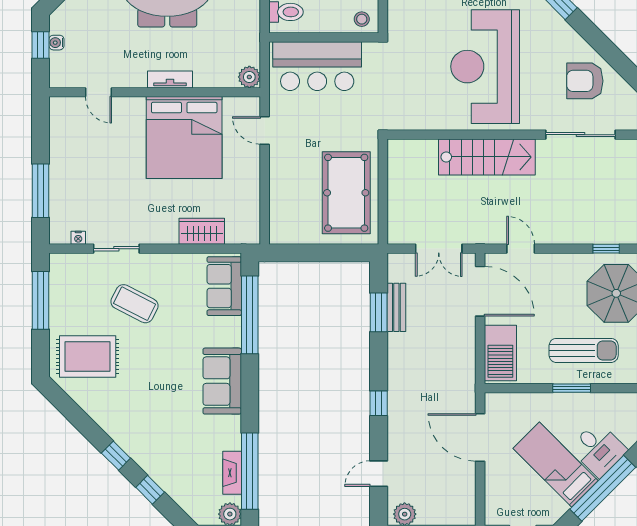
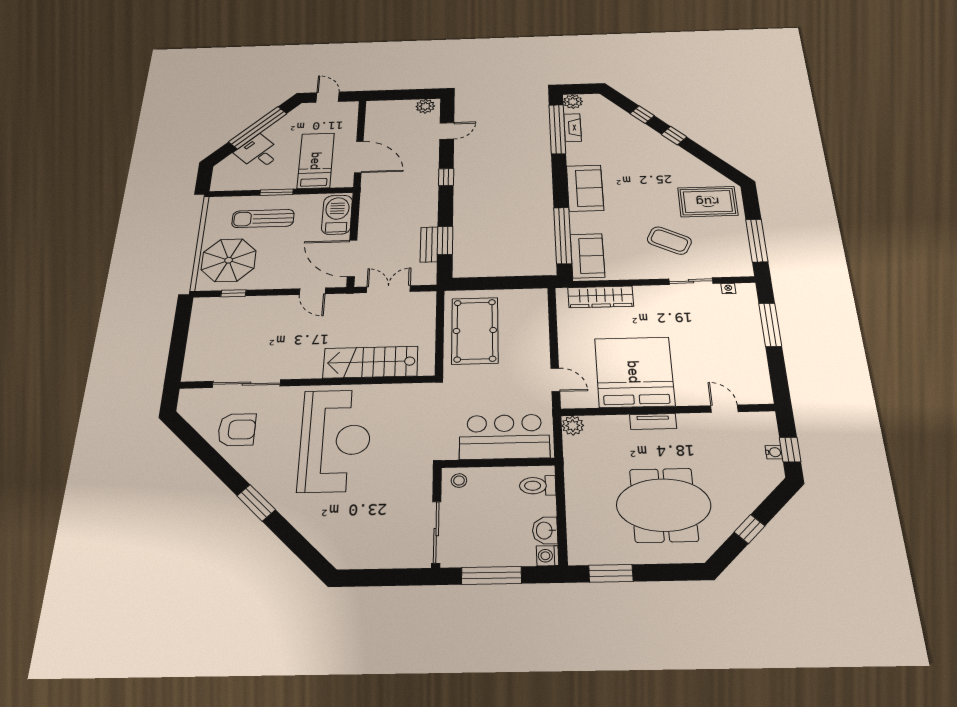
stairs: (487, 157) -> (370, 362), moved
wardrobe: (202, 231) -> (601, 297), width x1.50
bed: (555, 465) -> (316, 161), moved, turned -135

